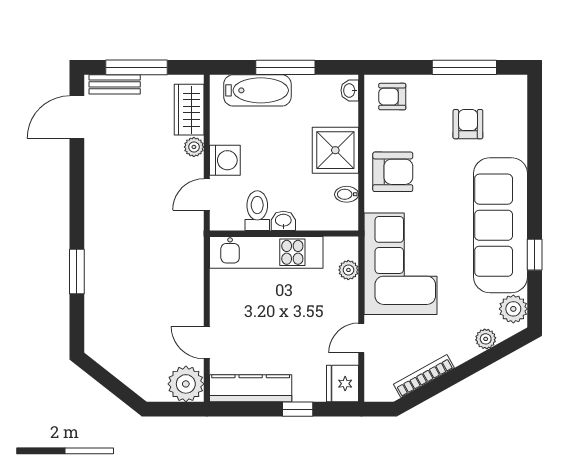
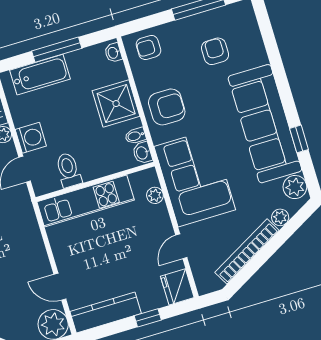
washbasin: (283, 221) -> (142, 153), moved, turned -90
bookcase: (424, 376) -> (247, 251), width x1.48, depth x1.31

